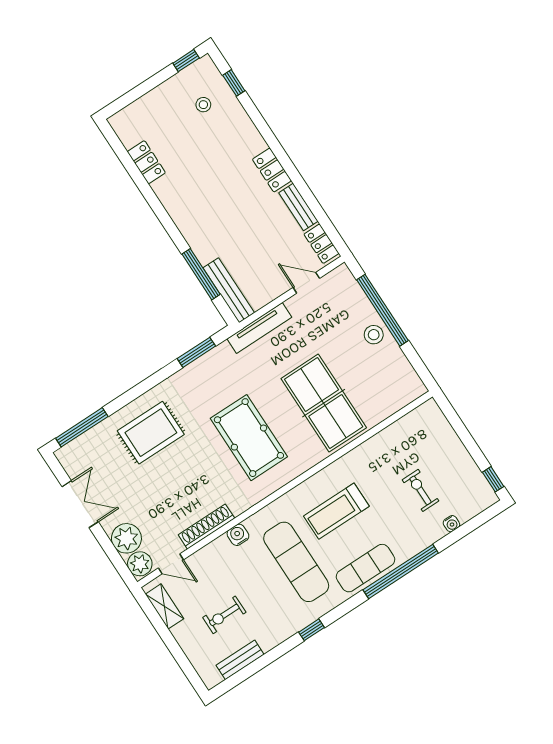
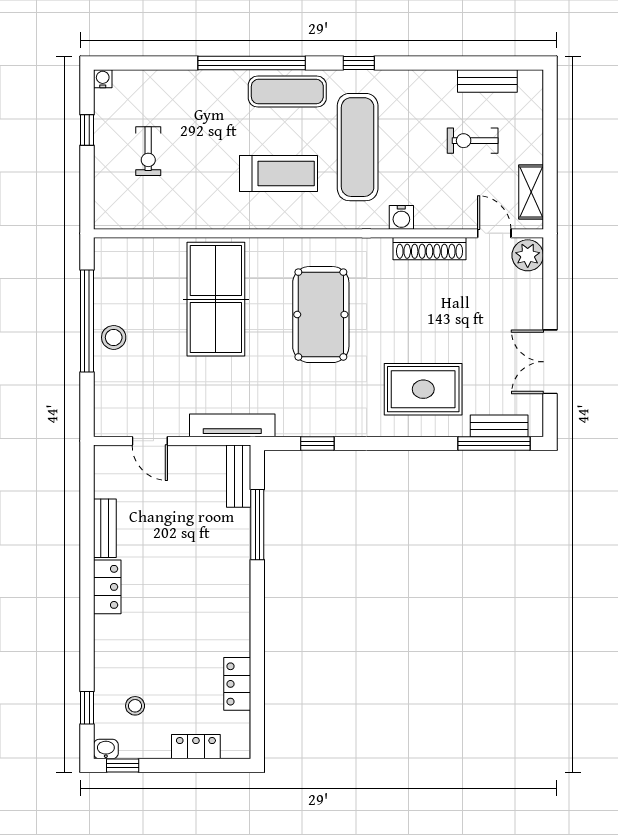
washbasin: (204, 64) -> (106, 749), added
locker: (321, 244) -> (196, 747), moved, turned -90
bench: (229, 290) -> (239, 476), width x0.73
window: (382, 310) -> (87, 321), moved
window: (196, 352) -> (317, 444), width x0.67
bench: (86, 441) -> (499, 426), added
window: (493, 479) -> (87, 130), moved
exercise bike: (420, 490) -> (148, 151), moved
water cooler: (451, 524) -> (103, 79), moved
plant: (126, 538) -> (524, 292), removed
exercise bike: (224, 615) -> (473, 141), turned 180
window: (311, 630) -> (359, 63), moved

